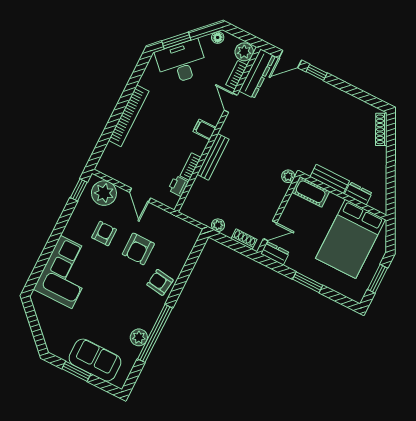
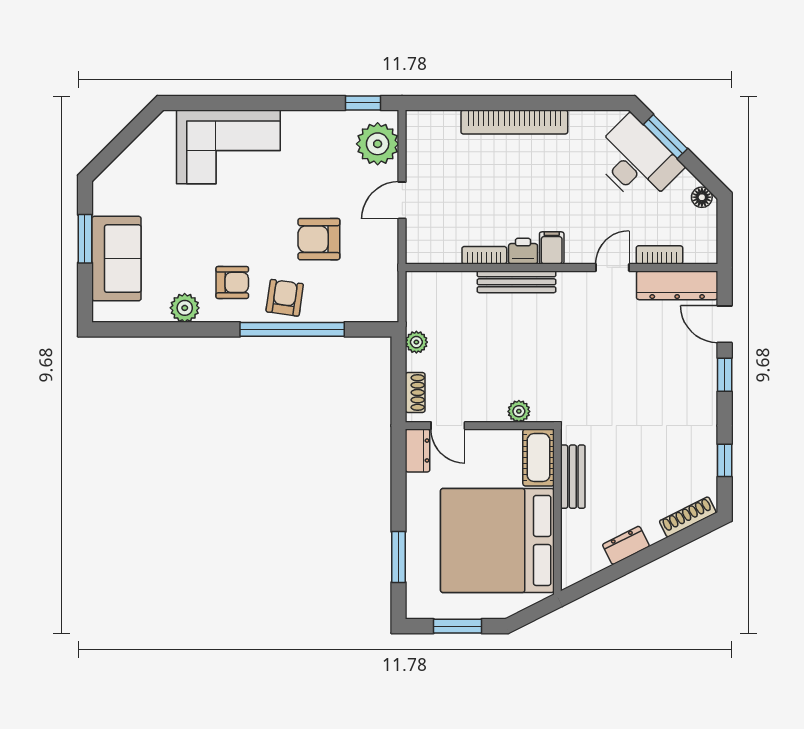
plant: (244, 52) -> (700, 249), removed
window: (361, 95) -> (725, 460), added
plant: (288, 176) -> (519, 411), moved
printer: (178, 186) -> (523, 251), moved
dresser: (358, 194) -> (626, 545), moved, turned -117
armchair: (104, 234) -> (232, 282), moved
bed: (351, 239) -> (497, 540), width x1.36
window: (308, 282) -> (398, 557), moved
window: (155, 333) -> (292, 329), moved

